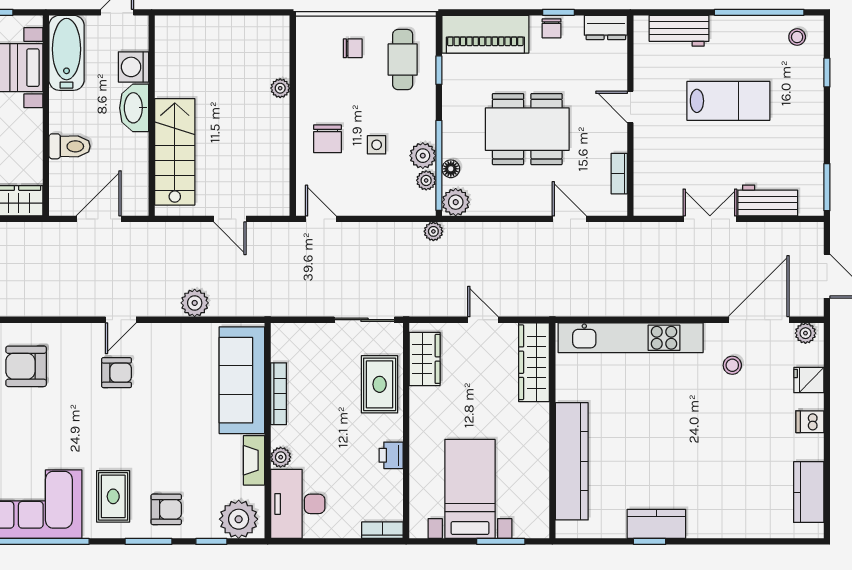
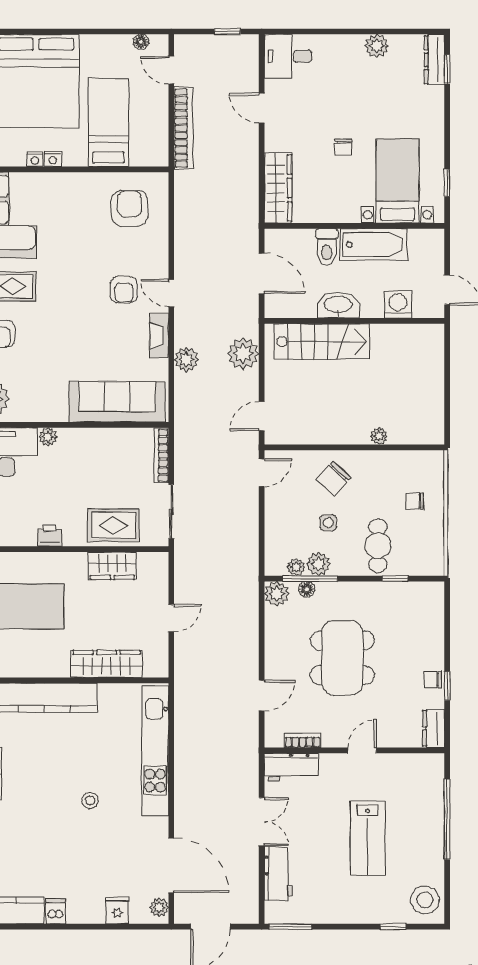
window: (759, 12) -> (447, 819), moved
workbench: (679, 31) -> (291, 767), moved, turned -90
piano: (485, 34) -> (427, 620), removed
stool: (797, 37) -> (425, 900), width x1.89, depth x1.89
chair: (353, 48) -> (415, 501), turned 90
bathtub: (67, 53) -> (374, 244), moved
cafe table: (403, 60) -> (378, 546), moved, turned 90
washbasin: (134, 108) -> (338, 305), moved
chair: (327, 139) -> (334, 479), turned -48
window: (439, 165) -> (310, 579), width x0.68
door: (230, 219) -> (262, 416), moved
plant: (433, 231) -> (243, 354), moved, width x1.88, depth x1.88
wardrobe: (425, 359) -> (112, 566), moved
wardrobe: (534, 362) -> (107, 664), moved
stool: (732, 365) -> (90, 800), moved
bookcase: (279, 394) -> (161, 455), moved, turned 90
dishwasher: (810, 422) -> (55, 911), moved
fireplace: (254, 460) -> (159, 336), moved, turned -90

